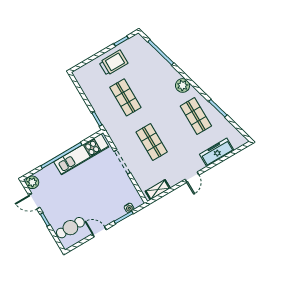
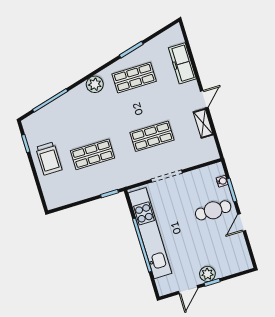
trolley: (113, 63) -> (49, 158), turned 180
kitchen unit: (81, 154) -> (150, 233), width x1.36
door: (192, 177) -> (204, 99), hinge flipped
plant: (32, 182) -> (207, 274), moved
shelving: (158, 190) -> (203, 123), moved
cafe table: (70, 228) -> (213, 210), moved, turned 90

